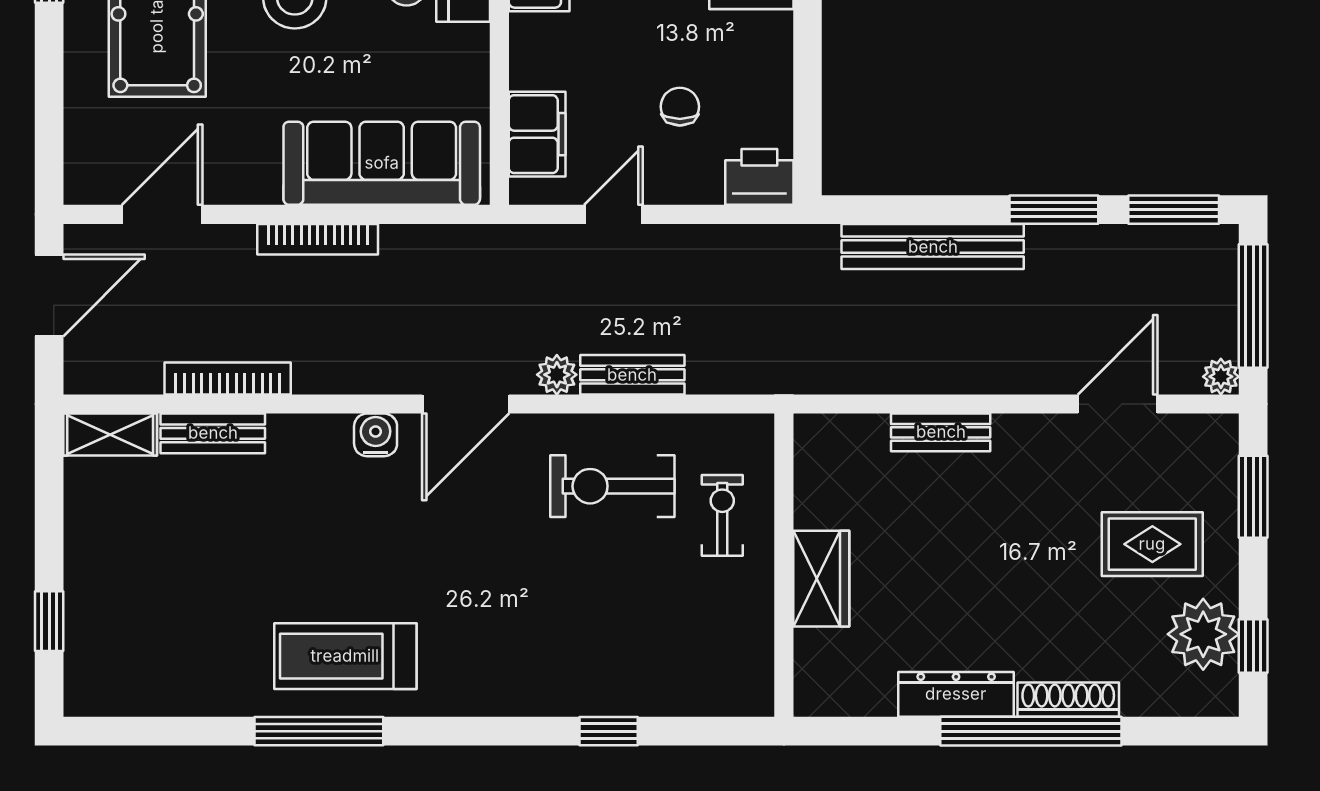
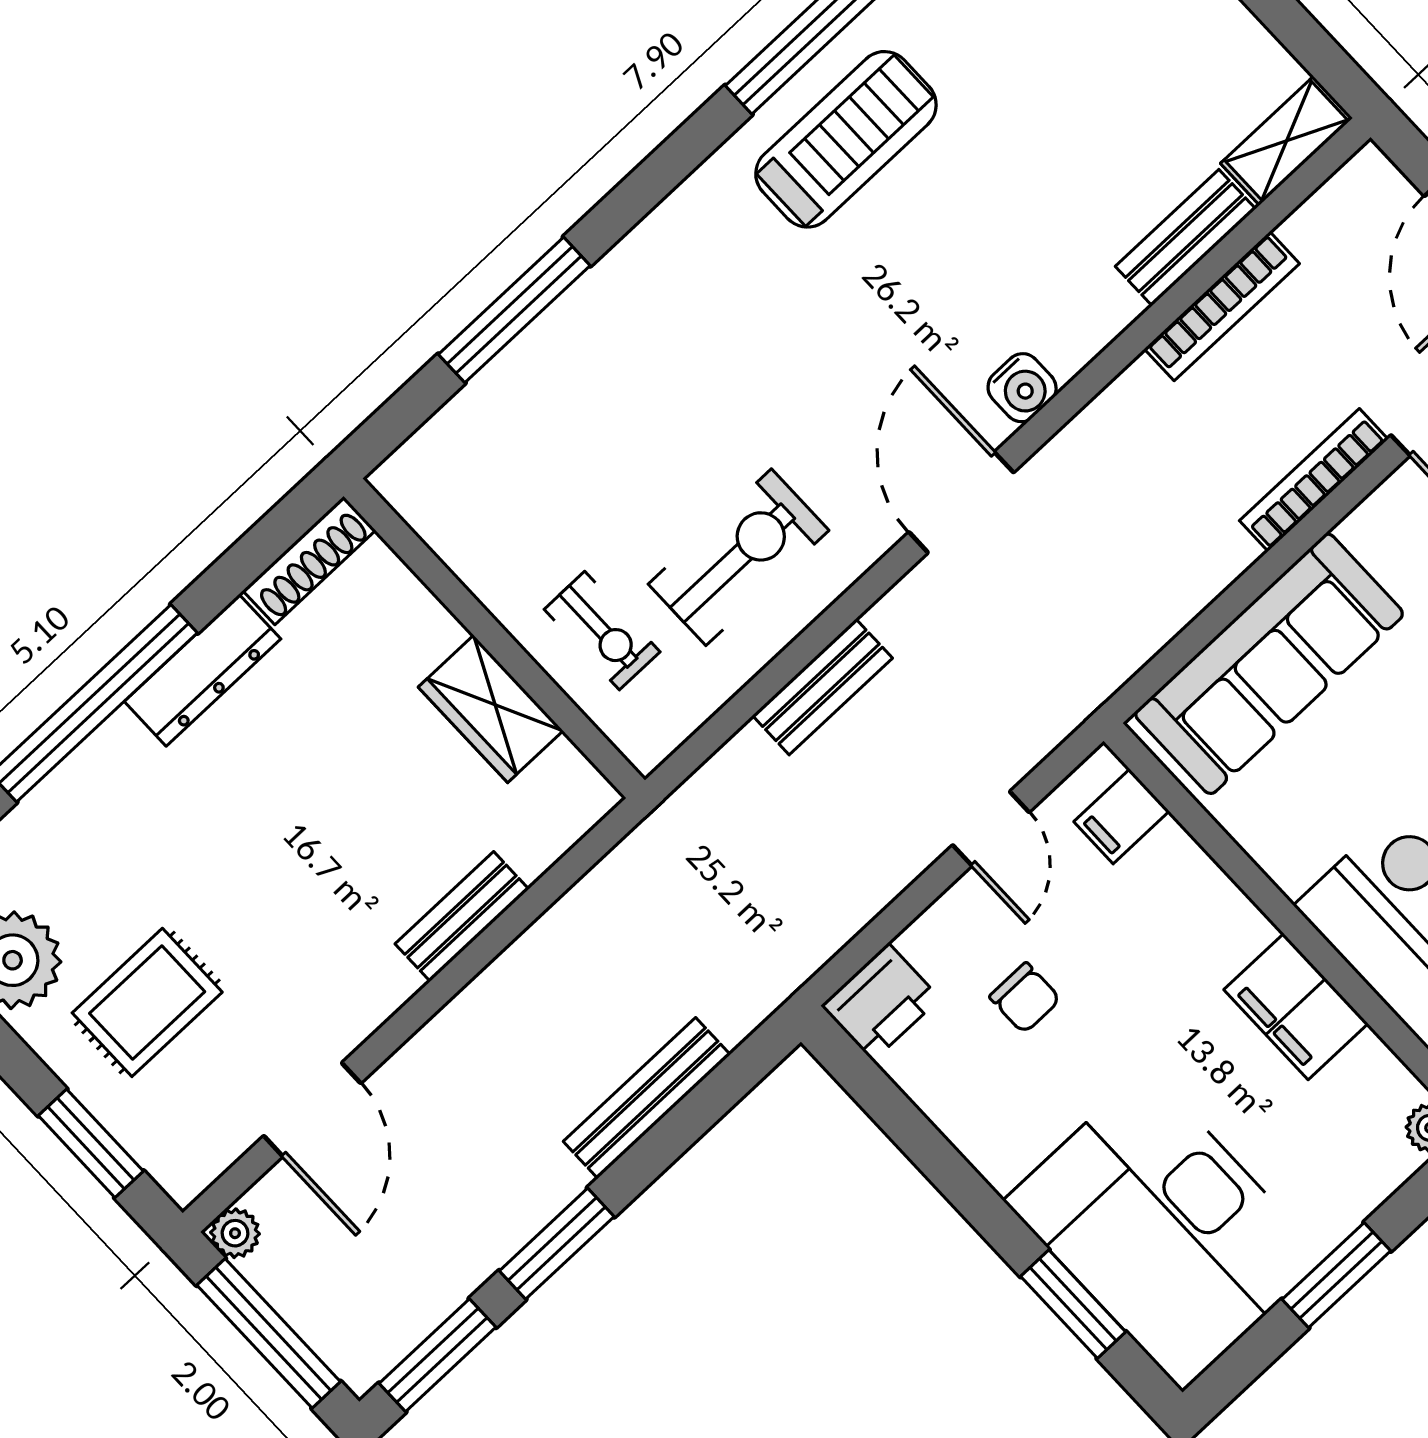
filing cabinet: (537, 134) -> (1122, 816), width x0.50
bookcase: (318, 239) -> (1314, 480), moved
bench: (933, 247) -> (647, 1098), width x0.73, depth x0.82
plant: (557, 375) -> (898, 616), removed
wardrobe: (821, 579) -> (491, 709), moved
shoe rack: (1068, 700) -> (309, 560), moved
window: (609, 731) -> (514, 310), width x2.17

